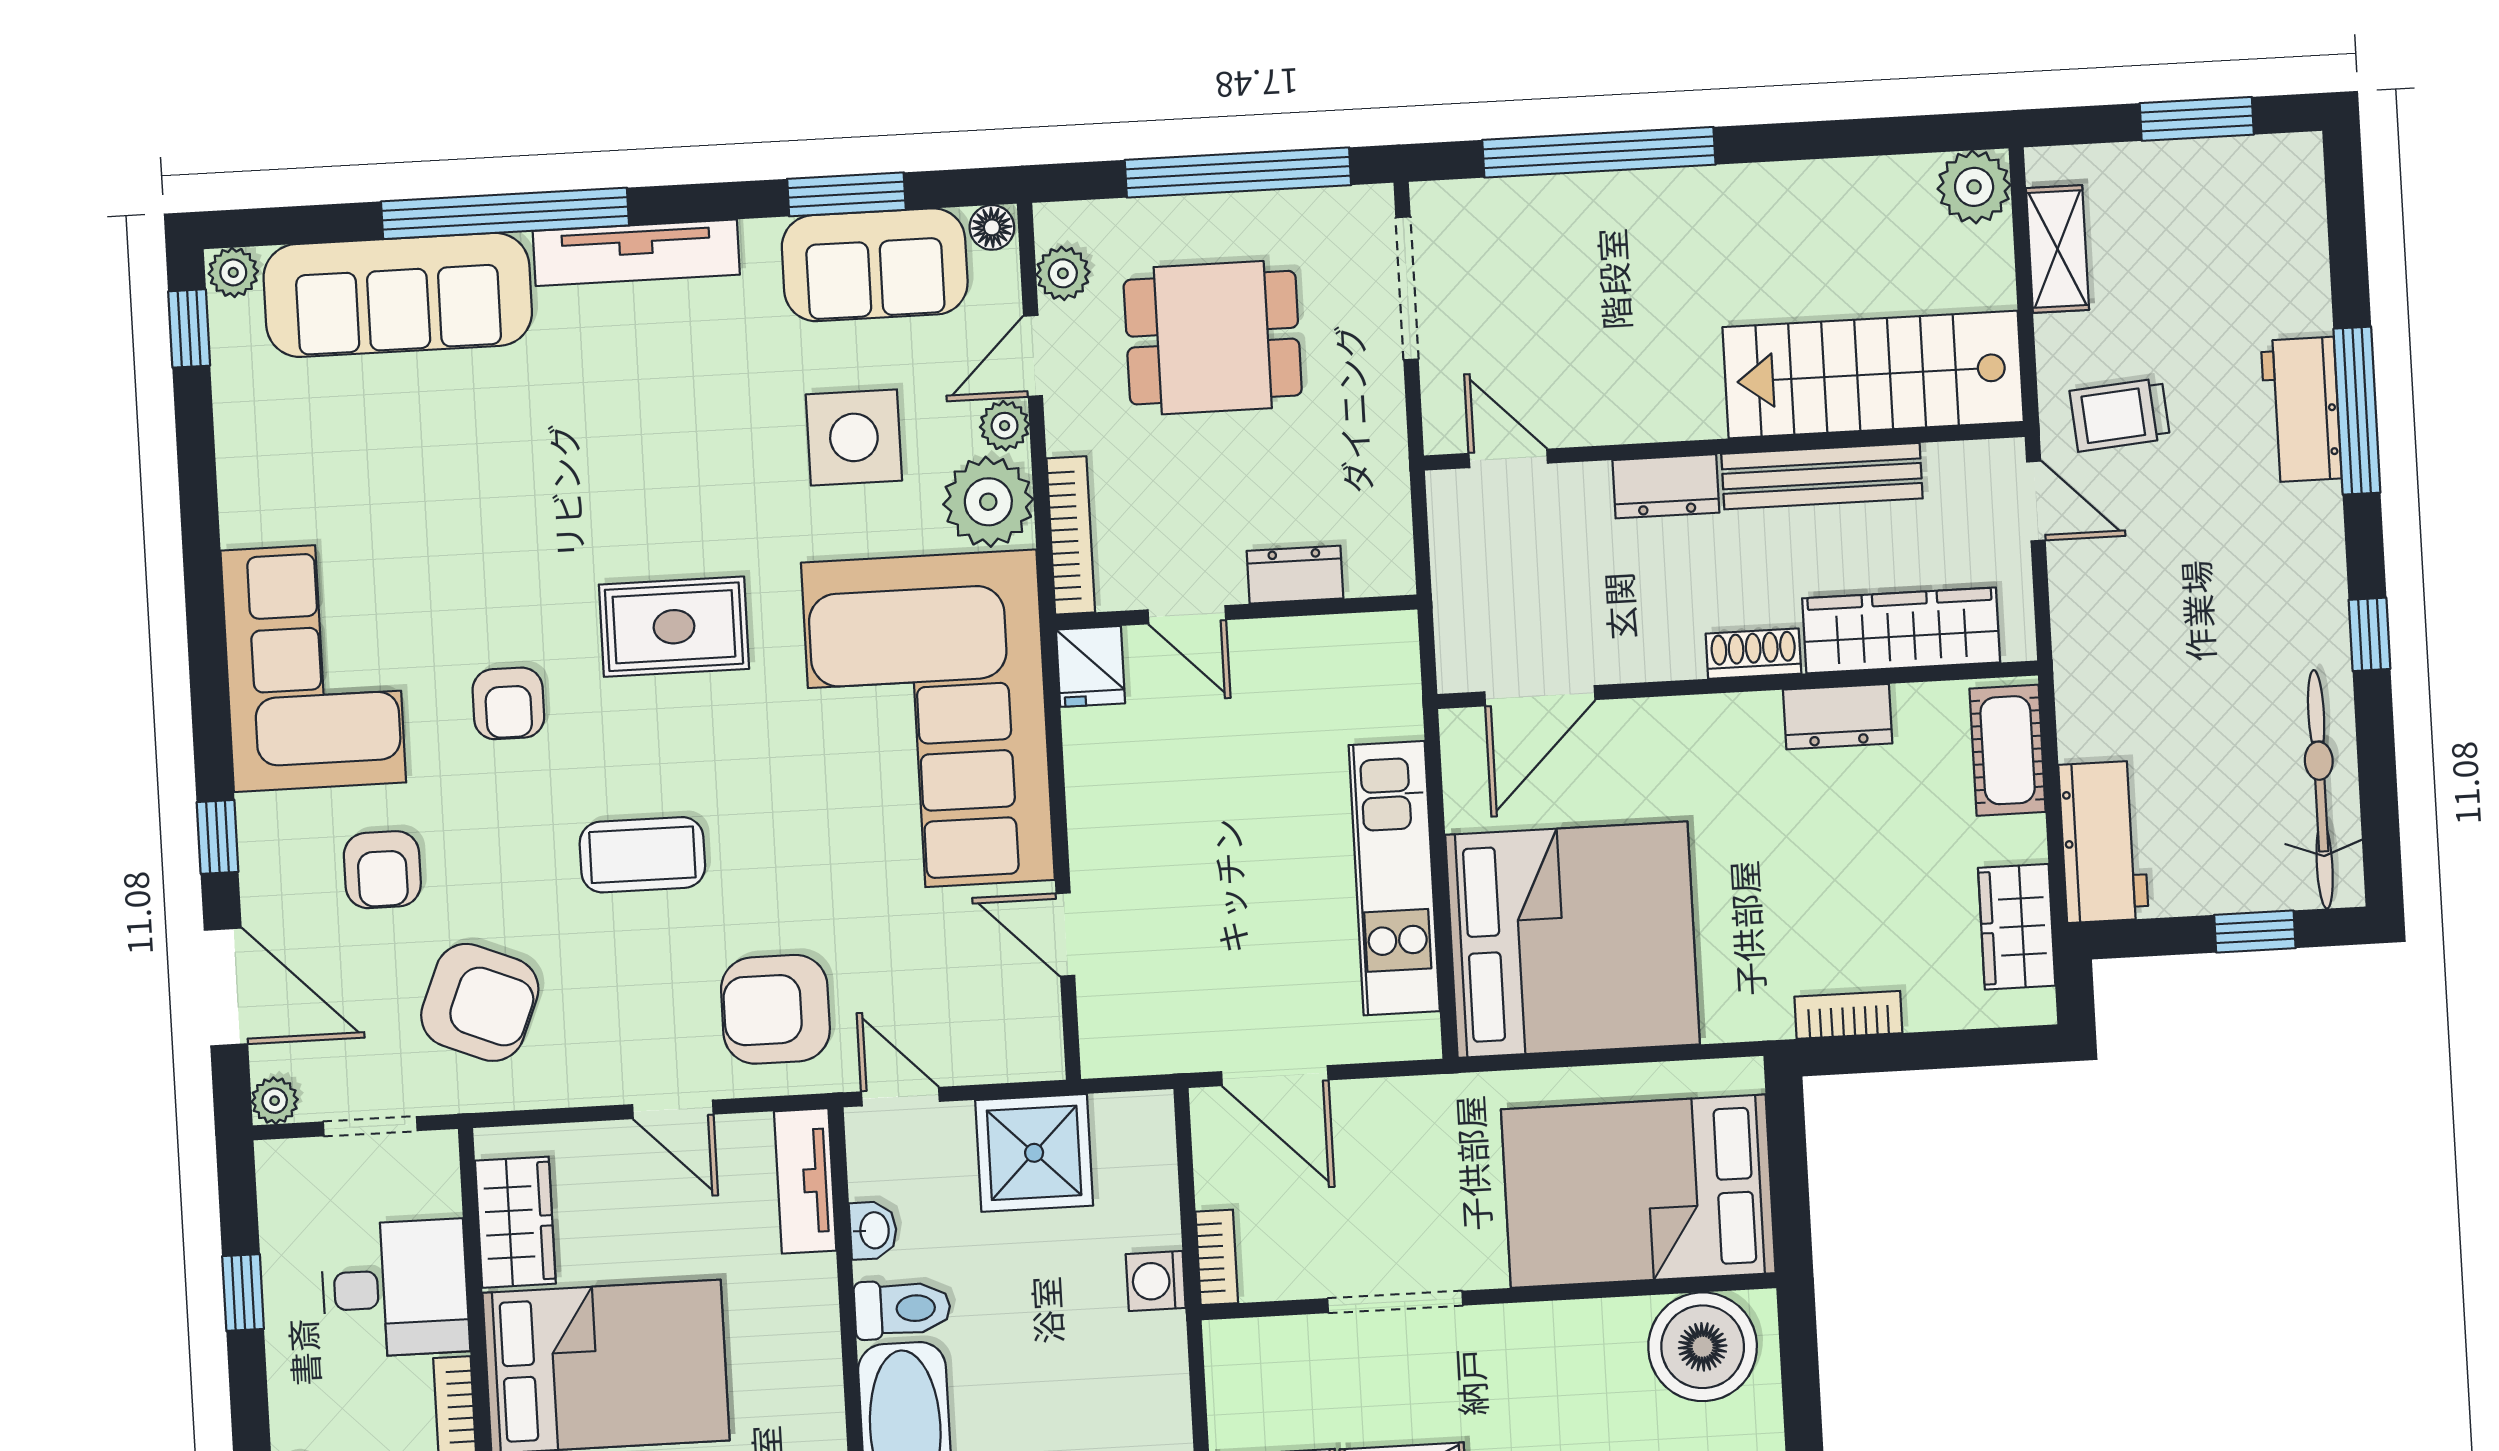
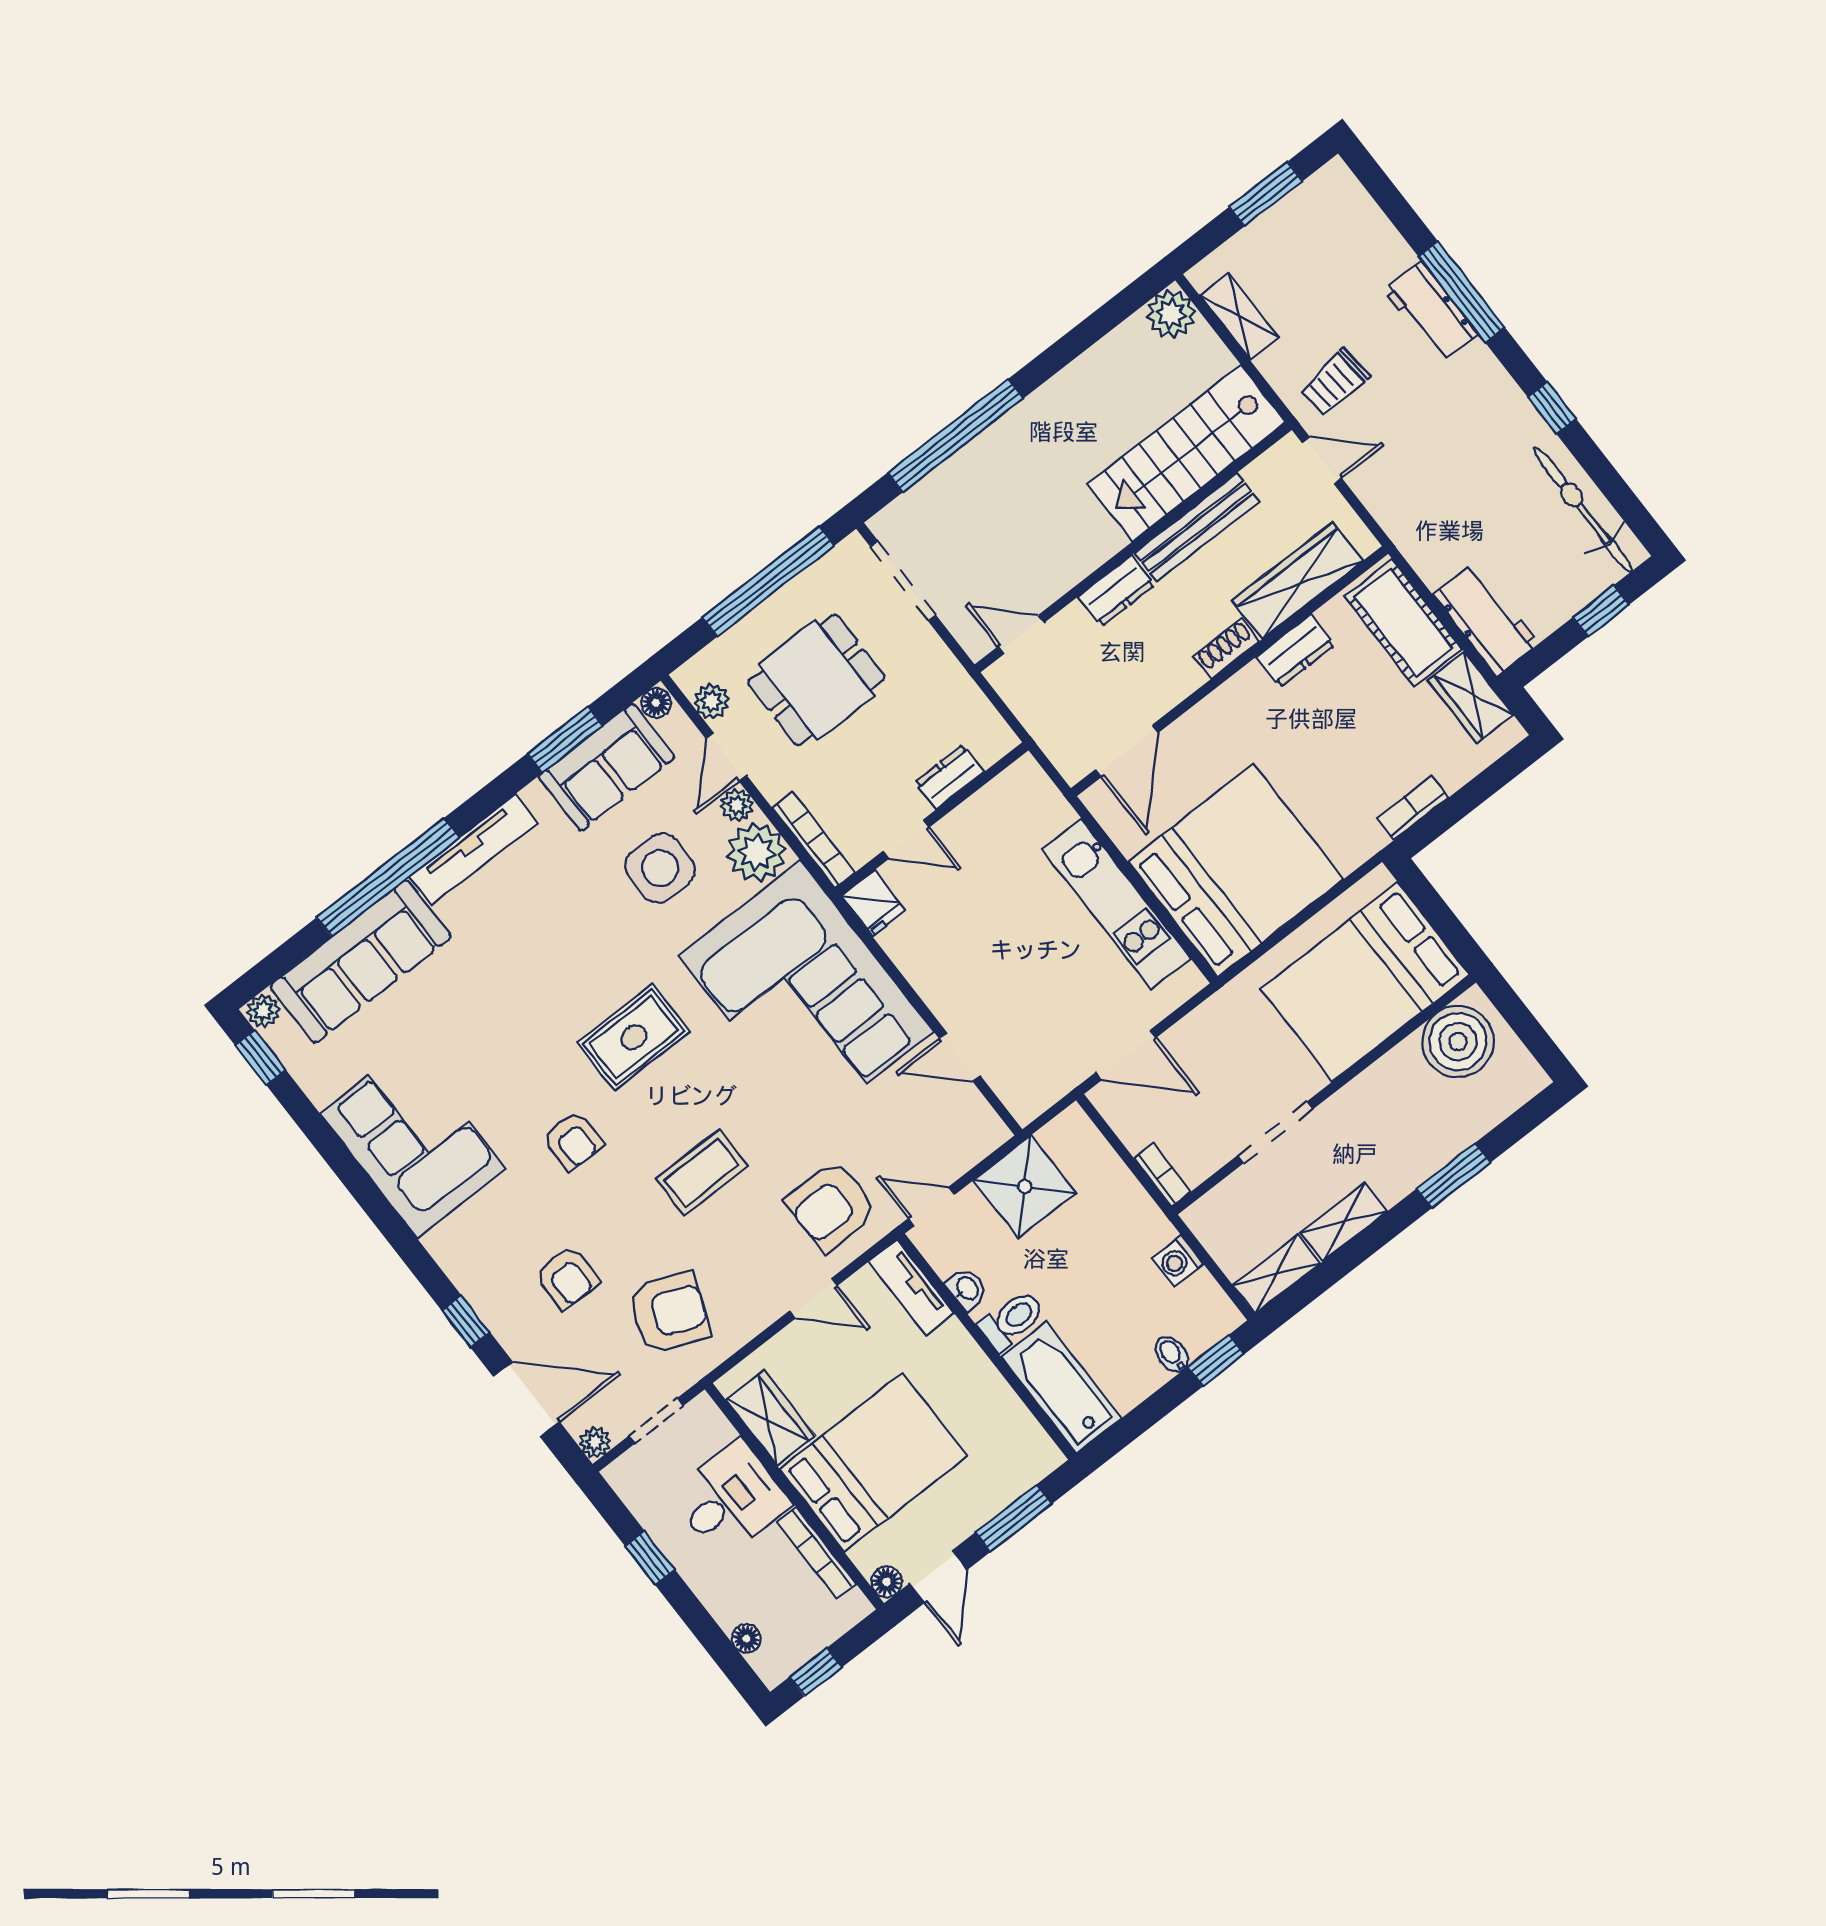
corner sofa: (313, 666) -> (413, 1141), moved
cot: (2008, 750) -> (1403, 622), width x1.37, depth x1.34
washing machine: (1156, 1281) -> (1177, 1261), moved

